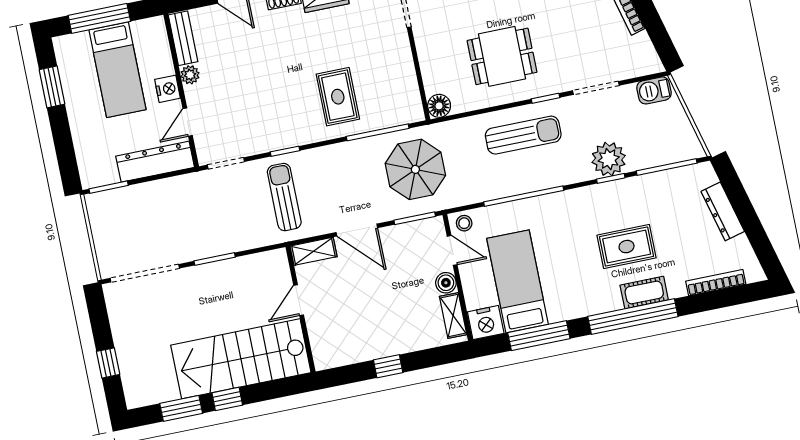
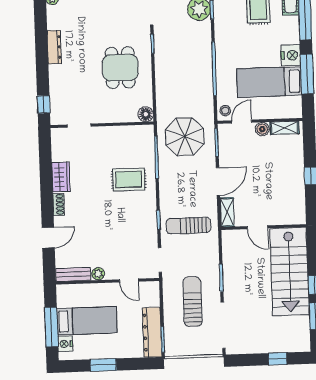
window: (52, 87) -> (103, 365), moved
nightstand: (167, 89) -> (65, 344), moved, turned -90
sun lounger: (523, 135) -> (193, 302), moved
dresser: (155, 162) -> (152, 332), moved
nightstand: (486, 323) -> (291, 55), moved

